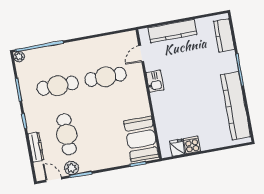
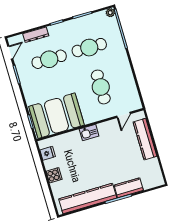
kitchen counter: (224, 35) -> (129, 188), moved
door: (141, 53) -> (123, 115), swing flipped
kitchen sink: (155, 81) -> (89, 132), moved
cafe table: (58, 86) -> (89, 48), turned 90
booth: (141, 139) -> (56, 116), width x1.36, depth x1.42
cooker: (192, 145) -> (54, 175), moved
plant: (71, 168) -> (21, 66), removed

